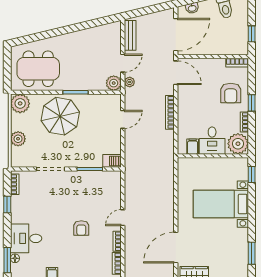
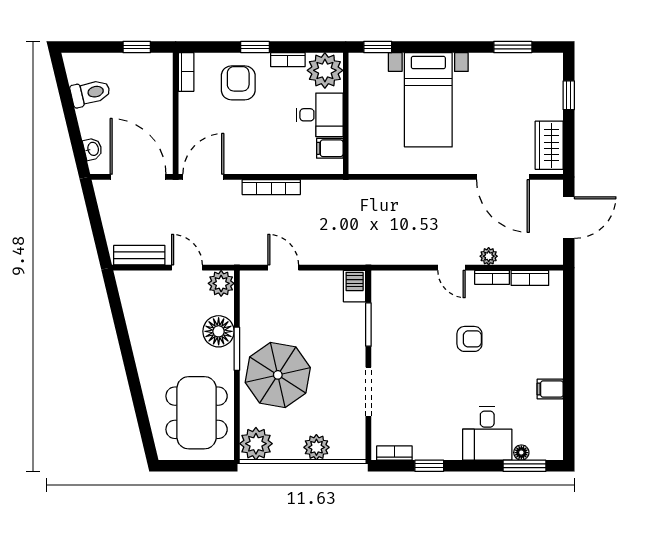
floor lamp: (86, 82) -> (219, 331), added
plant: (130, 82) -> (489, 256), moved
armchair: (231, 93) -> (238, 83), turned -90

